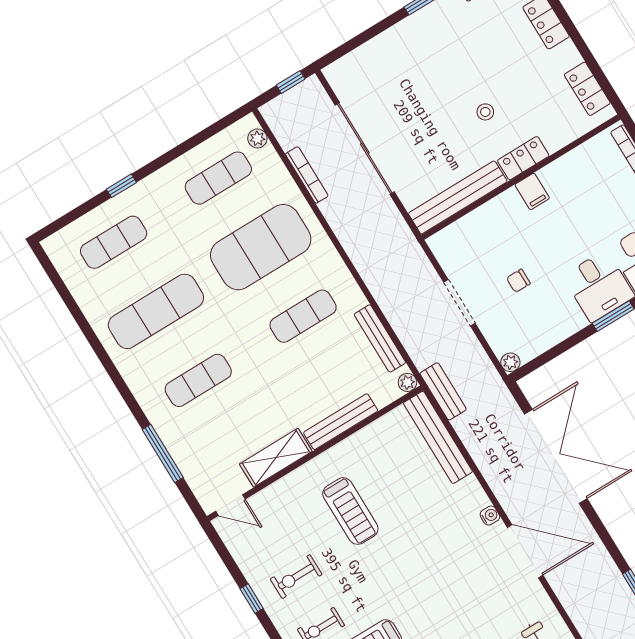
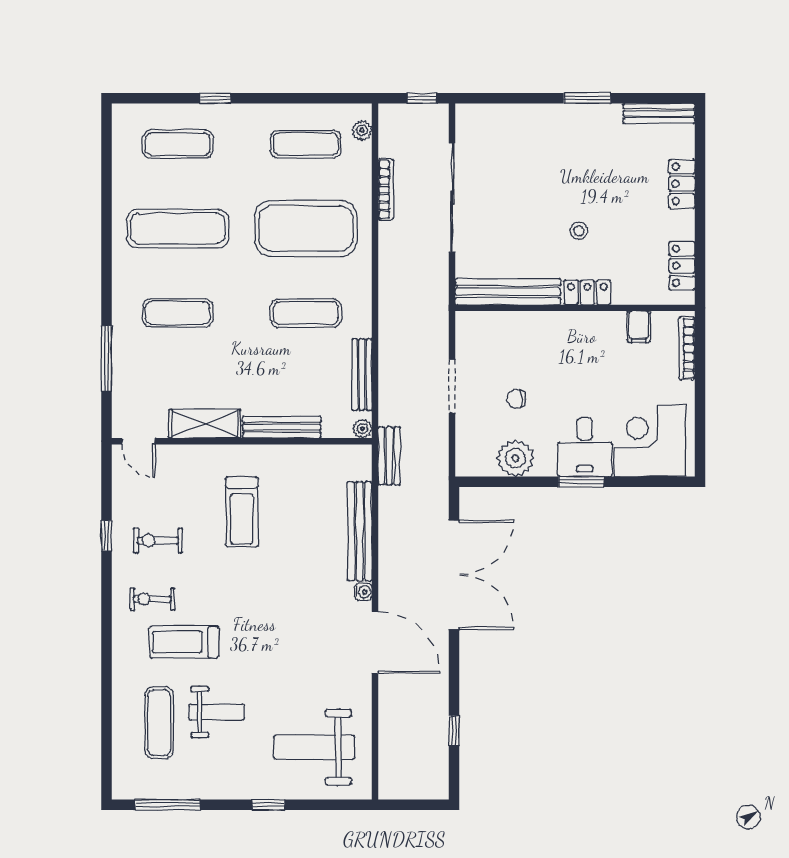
filing cabinet: (532, 191) -> (639, 327), moved
plant: (510, 362) -> (515, 458), moved, width x1.87, depth x1.87
bench: (438, 437) -> (360, 531), moved

